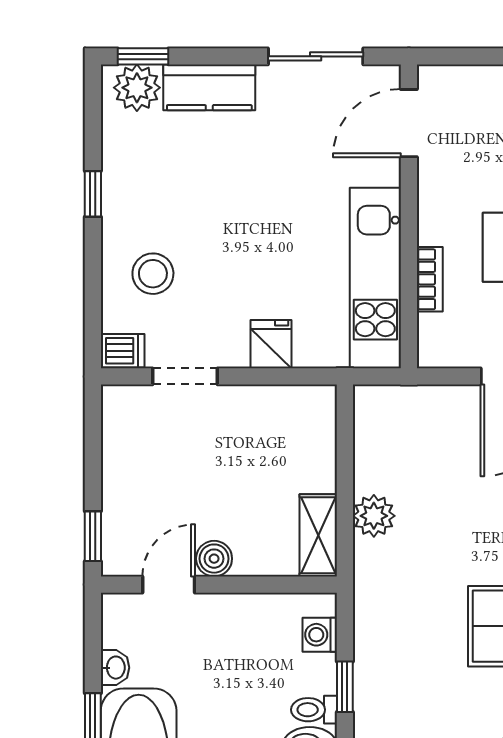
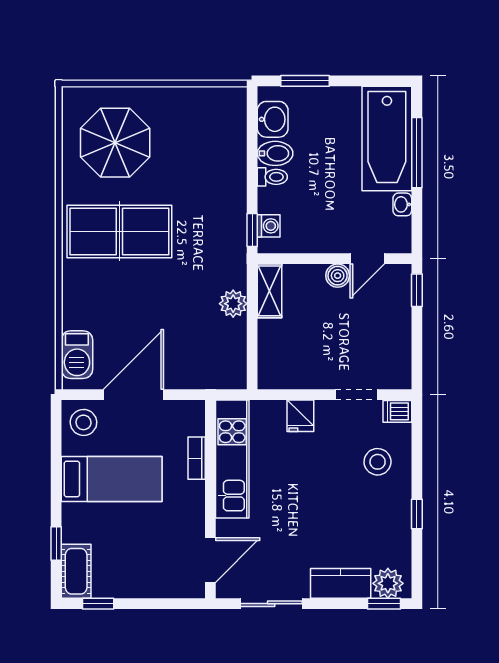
window: (345, 687) -> (252, 230), moved

